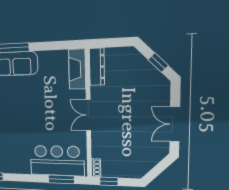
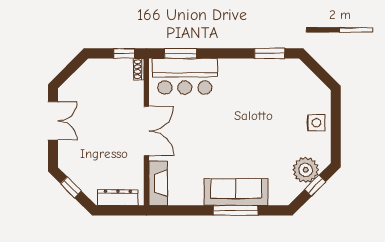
dresser: (97, 67) -> (118, 198), moved, turned 90
double door: (88, 115) -> (146, 131), width x1.37

